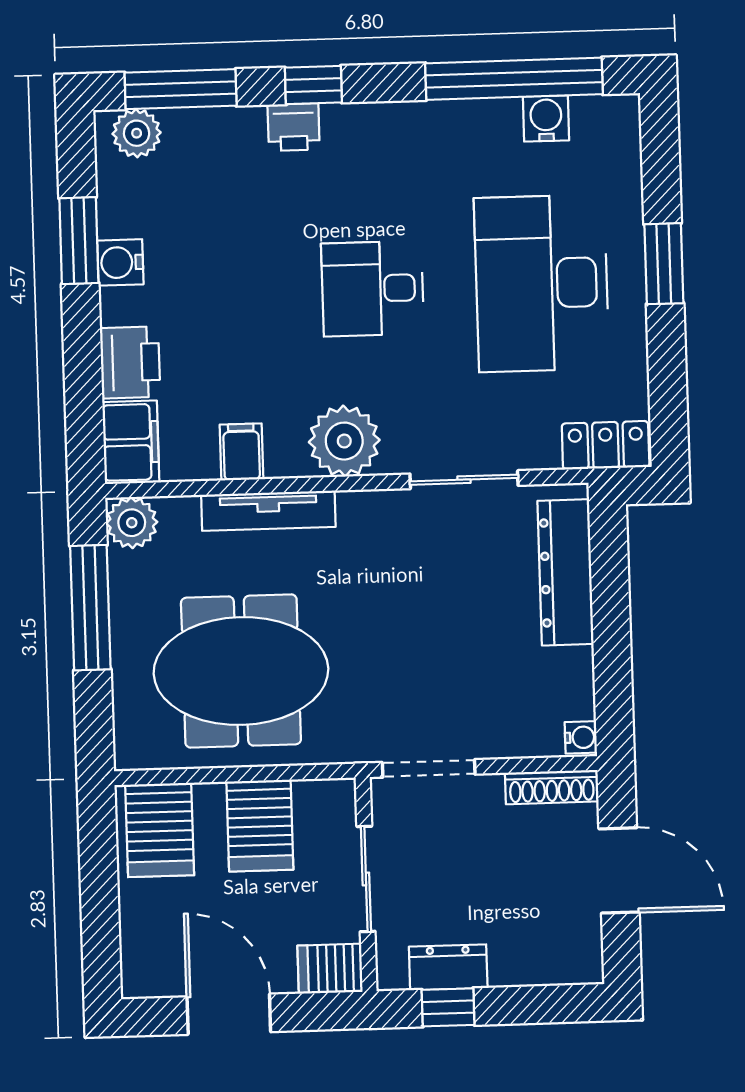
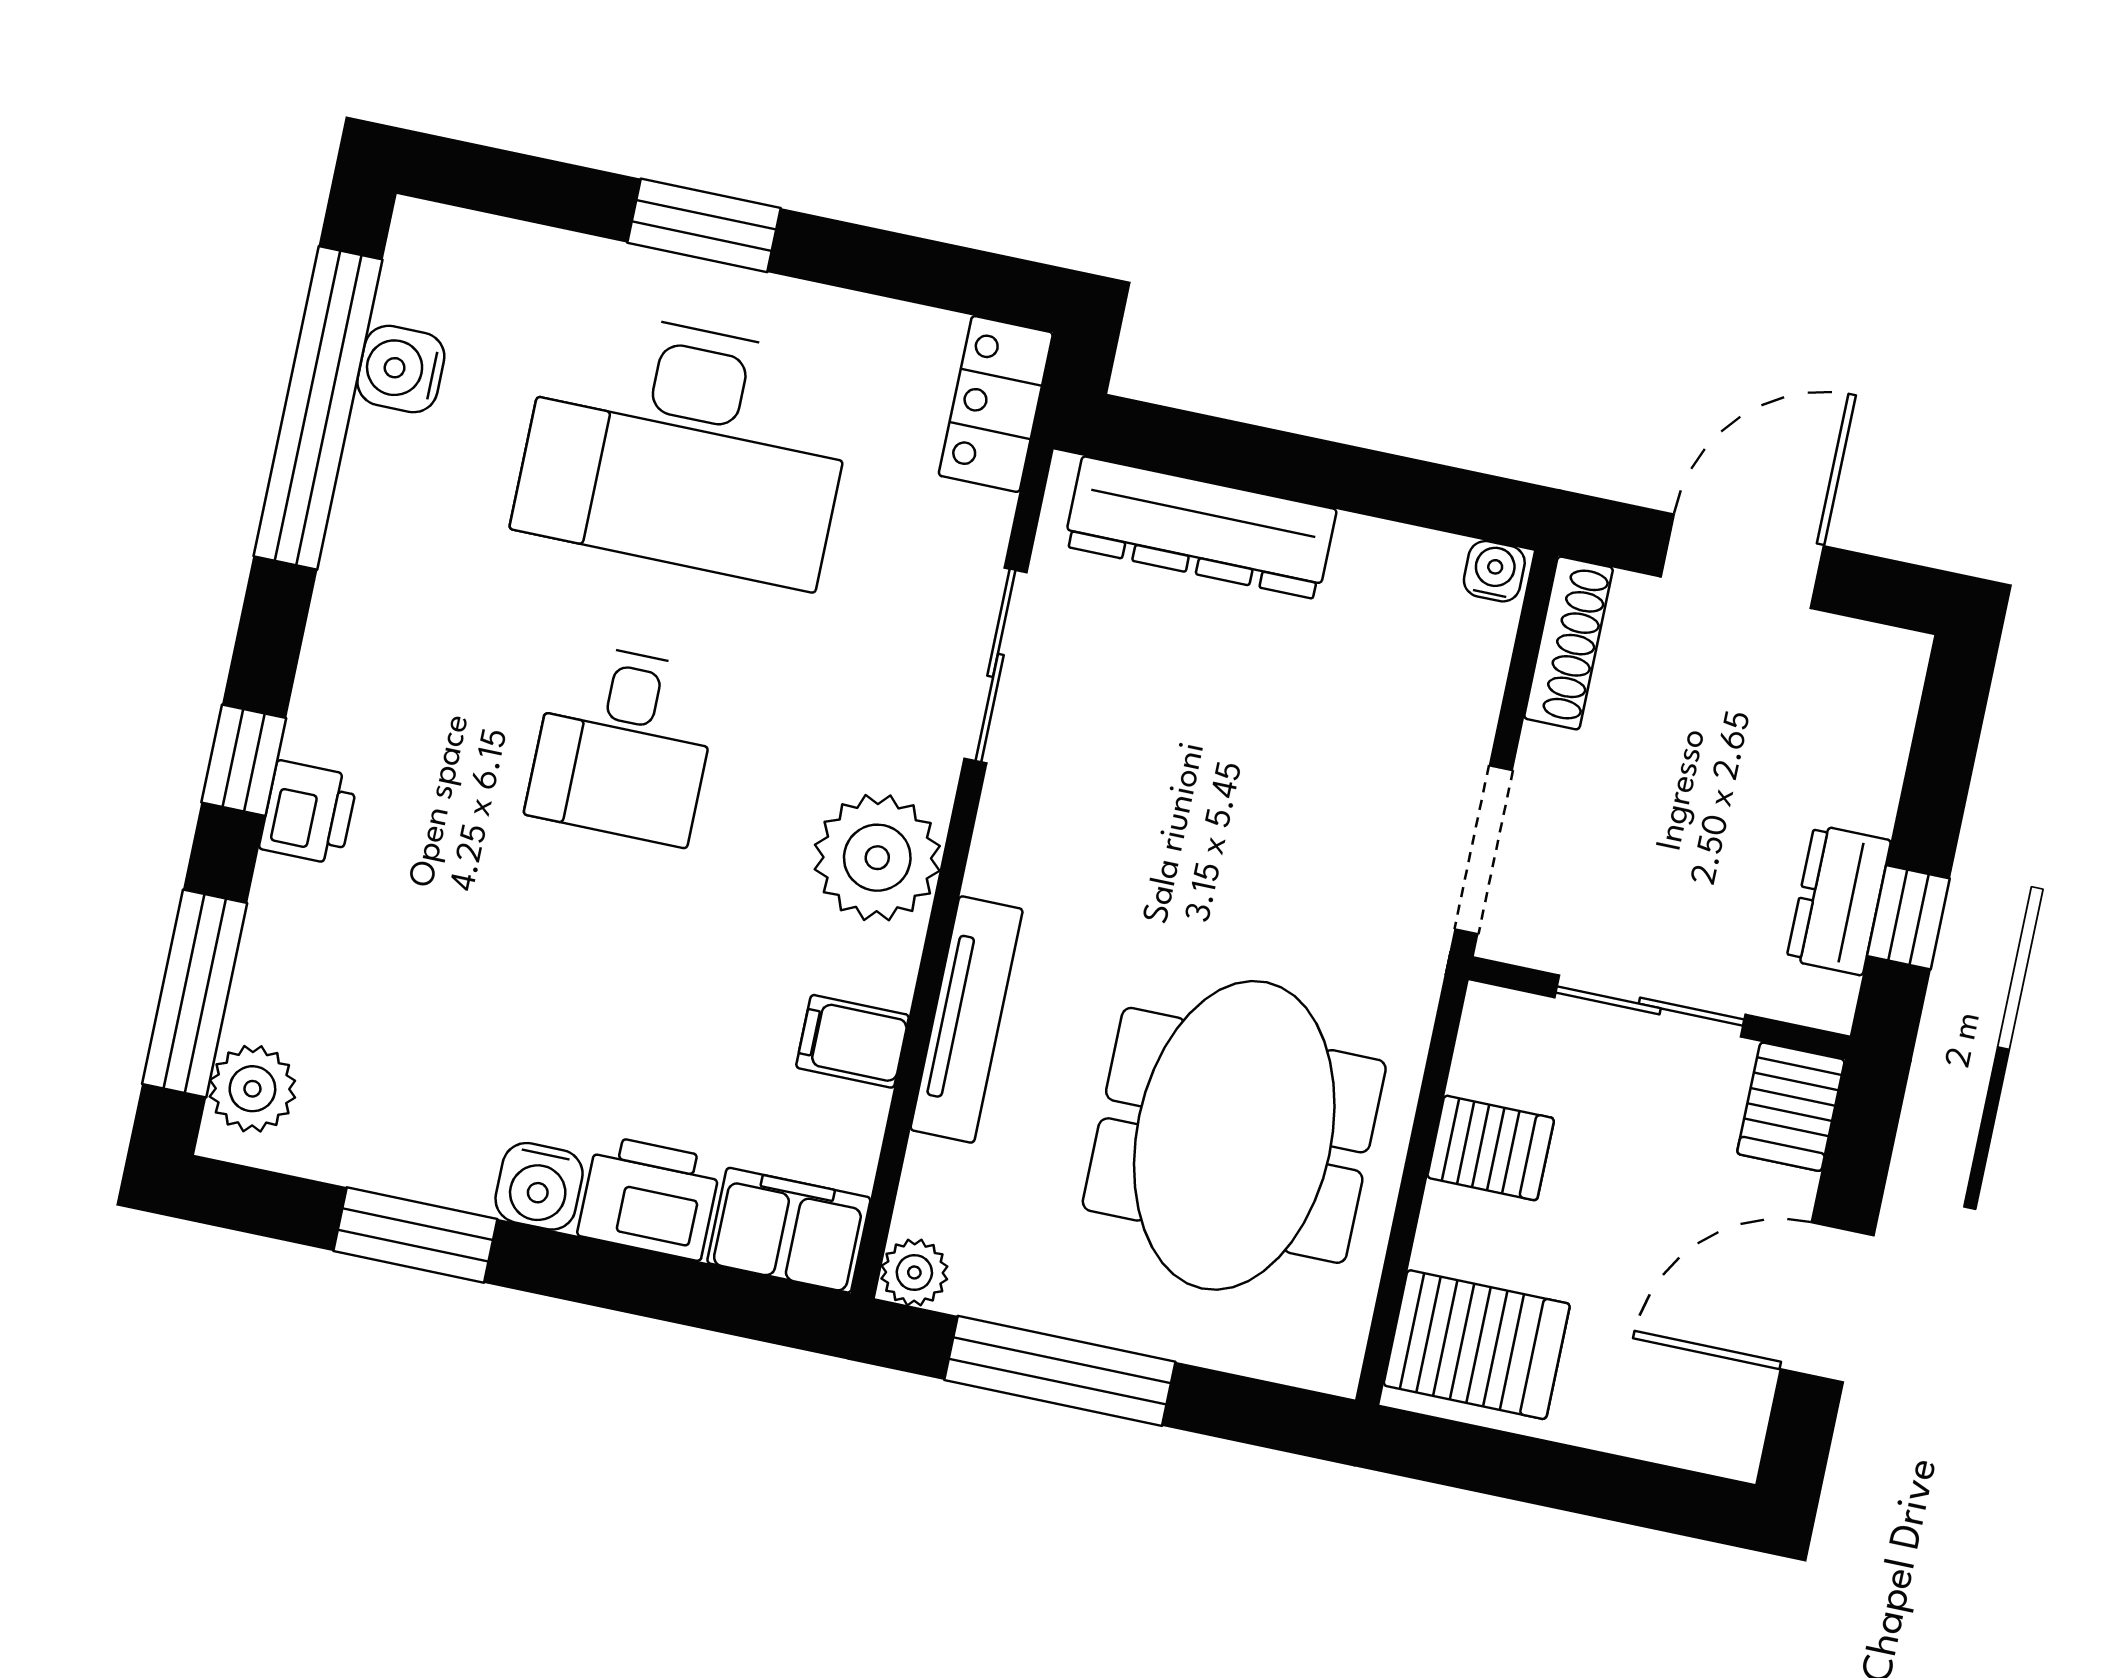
water cooler: (120, 262) -> (539, 1186), moved
plant: (132, 523) -> (914, 1272), width x0.73, depth x0.73
server rack: (260, 826) -> (1491, 1148), width x0.73, depth x0.70

